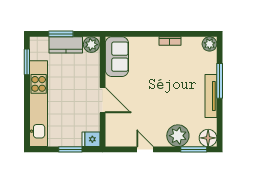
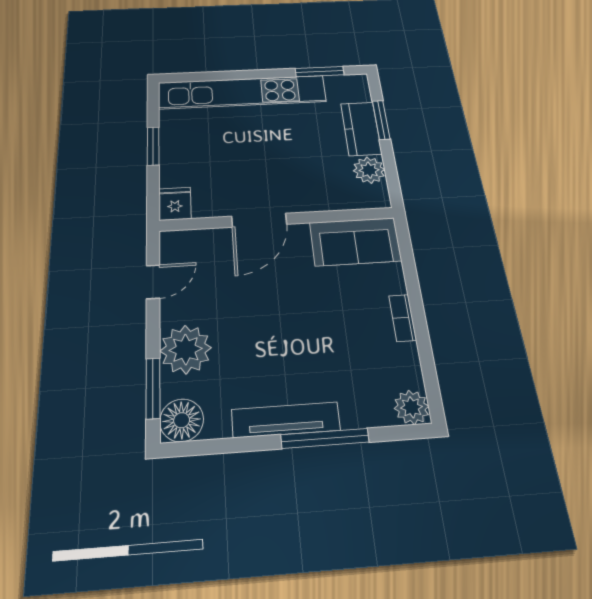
sofa: (117, 57) -> (355, 242), moved
wall: (103, 92) -> (277, 219), moved
door: (103, 100) -> (259, 220), moved
fridge: (91, 139) -> (175, 204), moved

